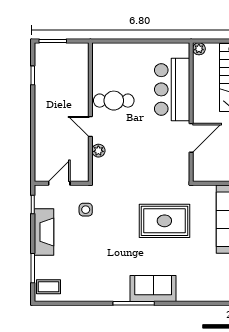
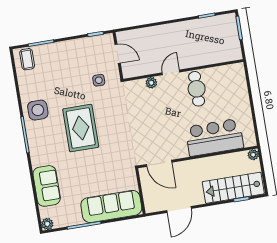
door: (191, 138) -> (159, 163), moved
rug: (164, 221) -> (81, 128), moved
fireplace: (44, 232) -> (74, 48), removed
side table: (108, 284) -> (38, 110), added
sofa: (153, 288) -> (47, 186), moved

